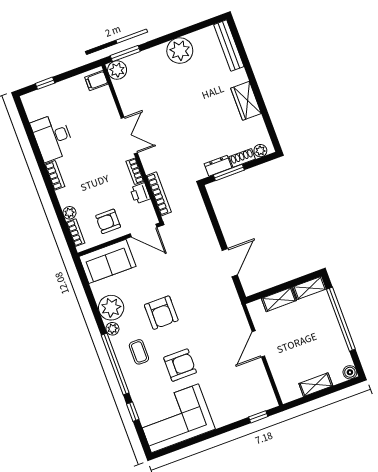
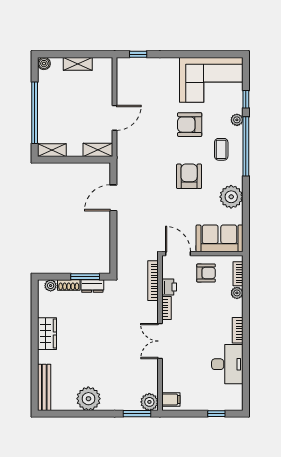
shelving: (279, 299) -> (98, 150), moved
plant: (112, 329) -> (237, 120), moved

